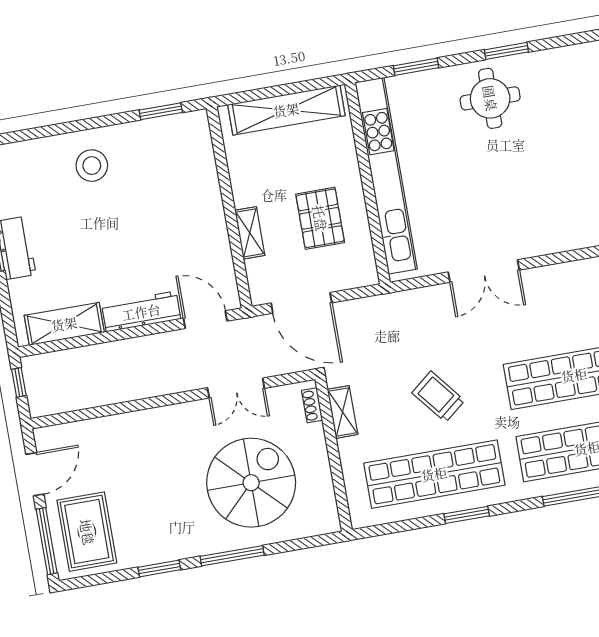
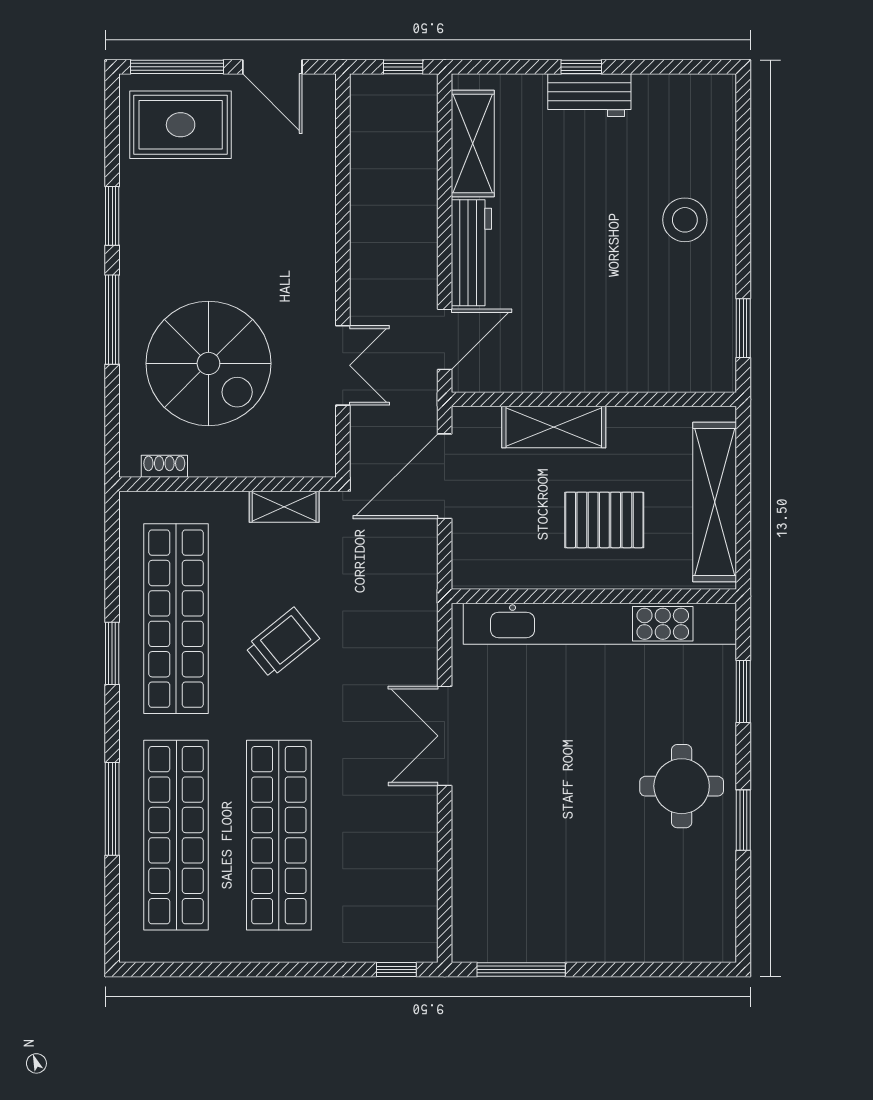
pallet: (320, 218) -> (604, 520), moved
shelving: (250, 233) -> (554, 427), width x1.50, depth x1.33
double door: (236, 388) -> (343, 365), swing flipped
shoe rack: (312, 405) -> (164, 466), moved

